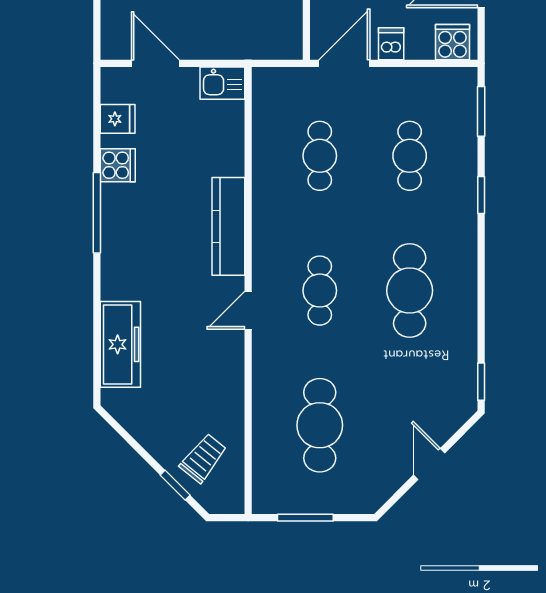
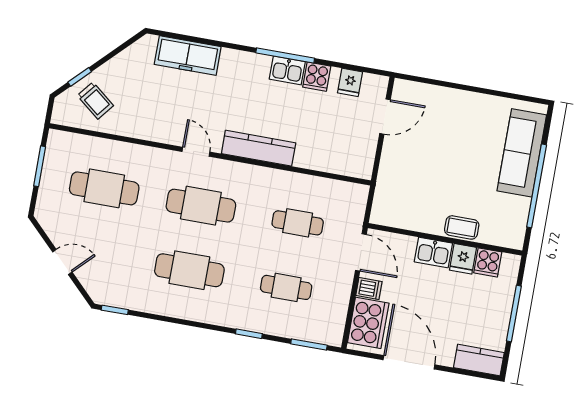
cooker: (453, 42) -> (368, 323), width x1.87, depth x1.31
kitchen sink: (222, 83) -> (287, 70), moved, turned -90
cafe table: (320, 291) -> (201, 206), width x1.37, depth x1.35

